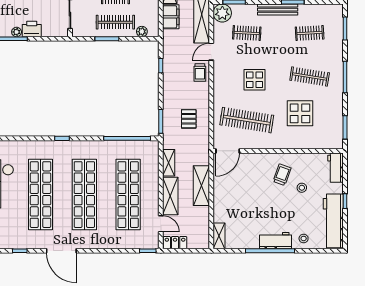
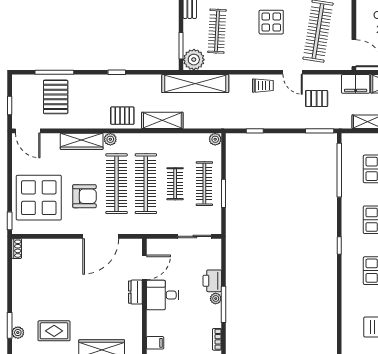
filing cabinet: (171, 17) -> (356, 84), moved, turned 180
plant: (142, 32) -> (215, 139), moved
clothes rail: (247, 33) -> (217, 31), width x1.36
door: (211, 52) -> (293, 72), moved

